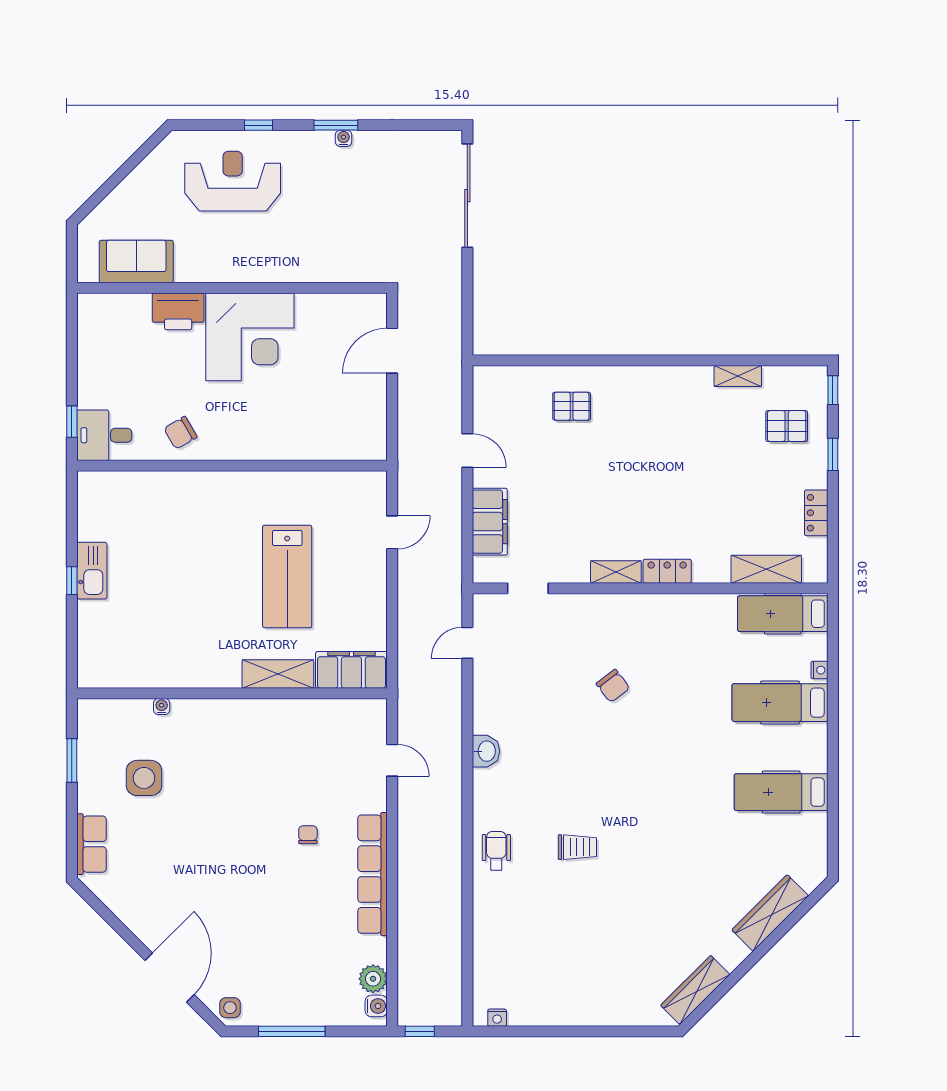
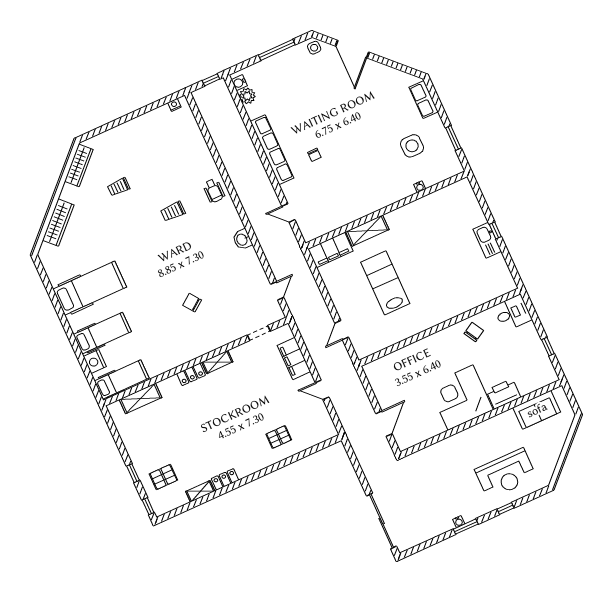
window: (72, 422) -> (548, 347), moved
locker: (816, 513) -> (225, 479), moved, turned -90
nightstand: (819, 670) -> (95, 362), width x1.89, depth x1.79
hospital bed: (781, 792) -> (90, 288), width x1.37, depth x1.29
trolley: (647, 926) -> (119, 187), added

